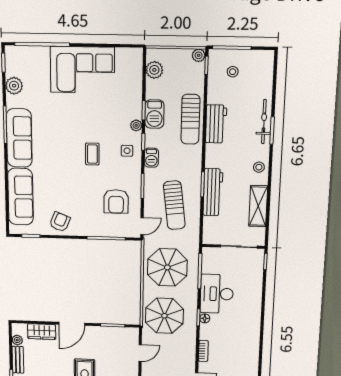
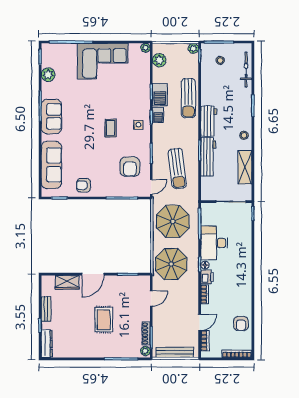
bicycle: (264, 122) -> (246, 70), moved
workbench: (216, 124) -> (209, 121), moved
plant: (136, 125) -> (146, 48), moved
sofa: (19, 138) -> (51, 116), width x0.73
barbecue: (151, 158) -> (158, 115), moved
armchair: (60, 222) -> (84, 185), turned -112
printer: (207, 332) -> (207, 277), added
plant: (17, 340) -> (46, 291), removed

